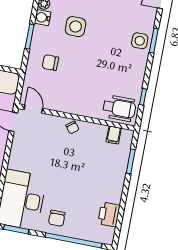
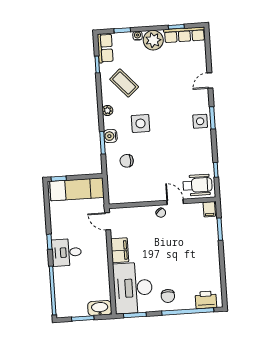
water cooler: (43, 18) -> (110, 136), moved
door: (33, 109) -> (175, 202), moved
filing cabinet: (114, 135) -> (209, 209), moved
filing cabinet: (18, 156) -> (120, 250), added
printer: (109, 214) -> (206, 300), moved, turned 90

